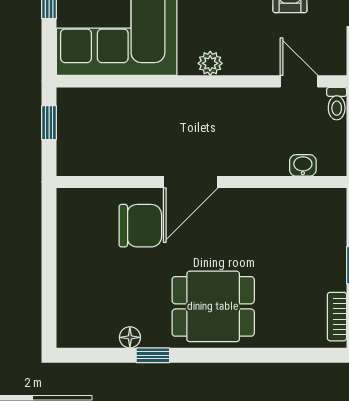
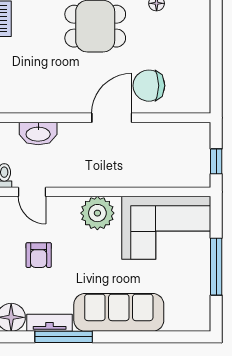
plant: (210, 63) -> (97, 213), width x1.88, depth x1.88
washbasin: (303, 165) -> (38, 134), width x1.91, depth x1.45

